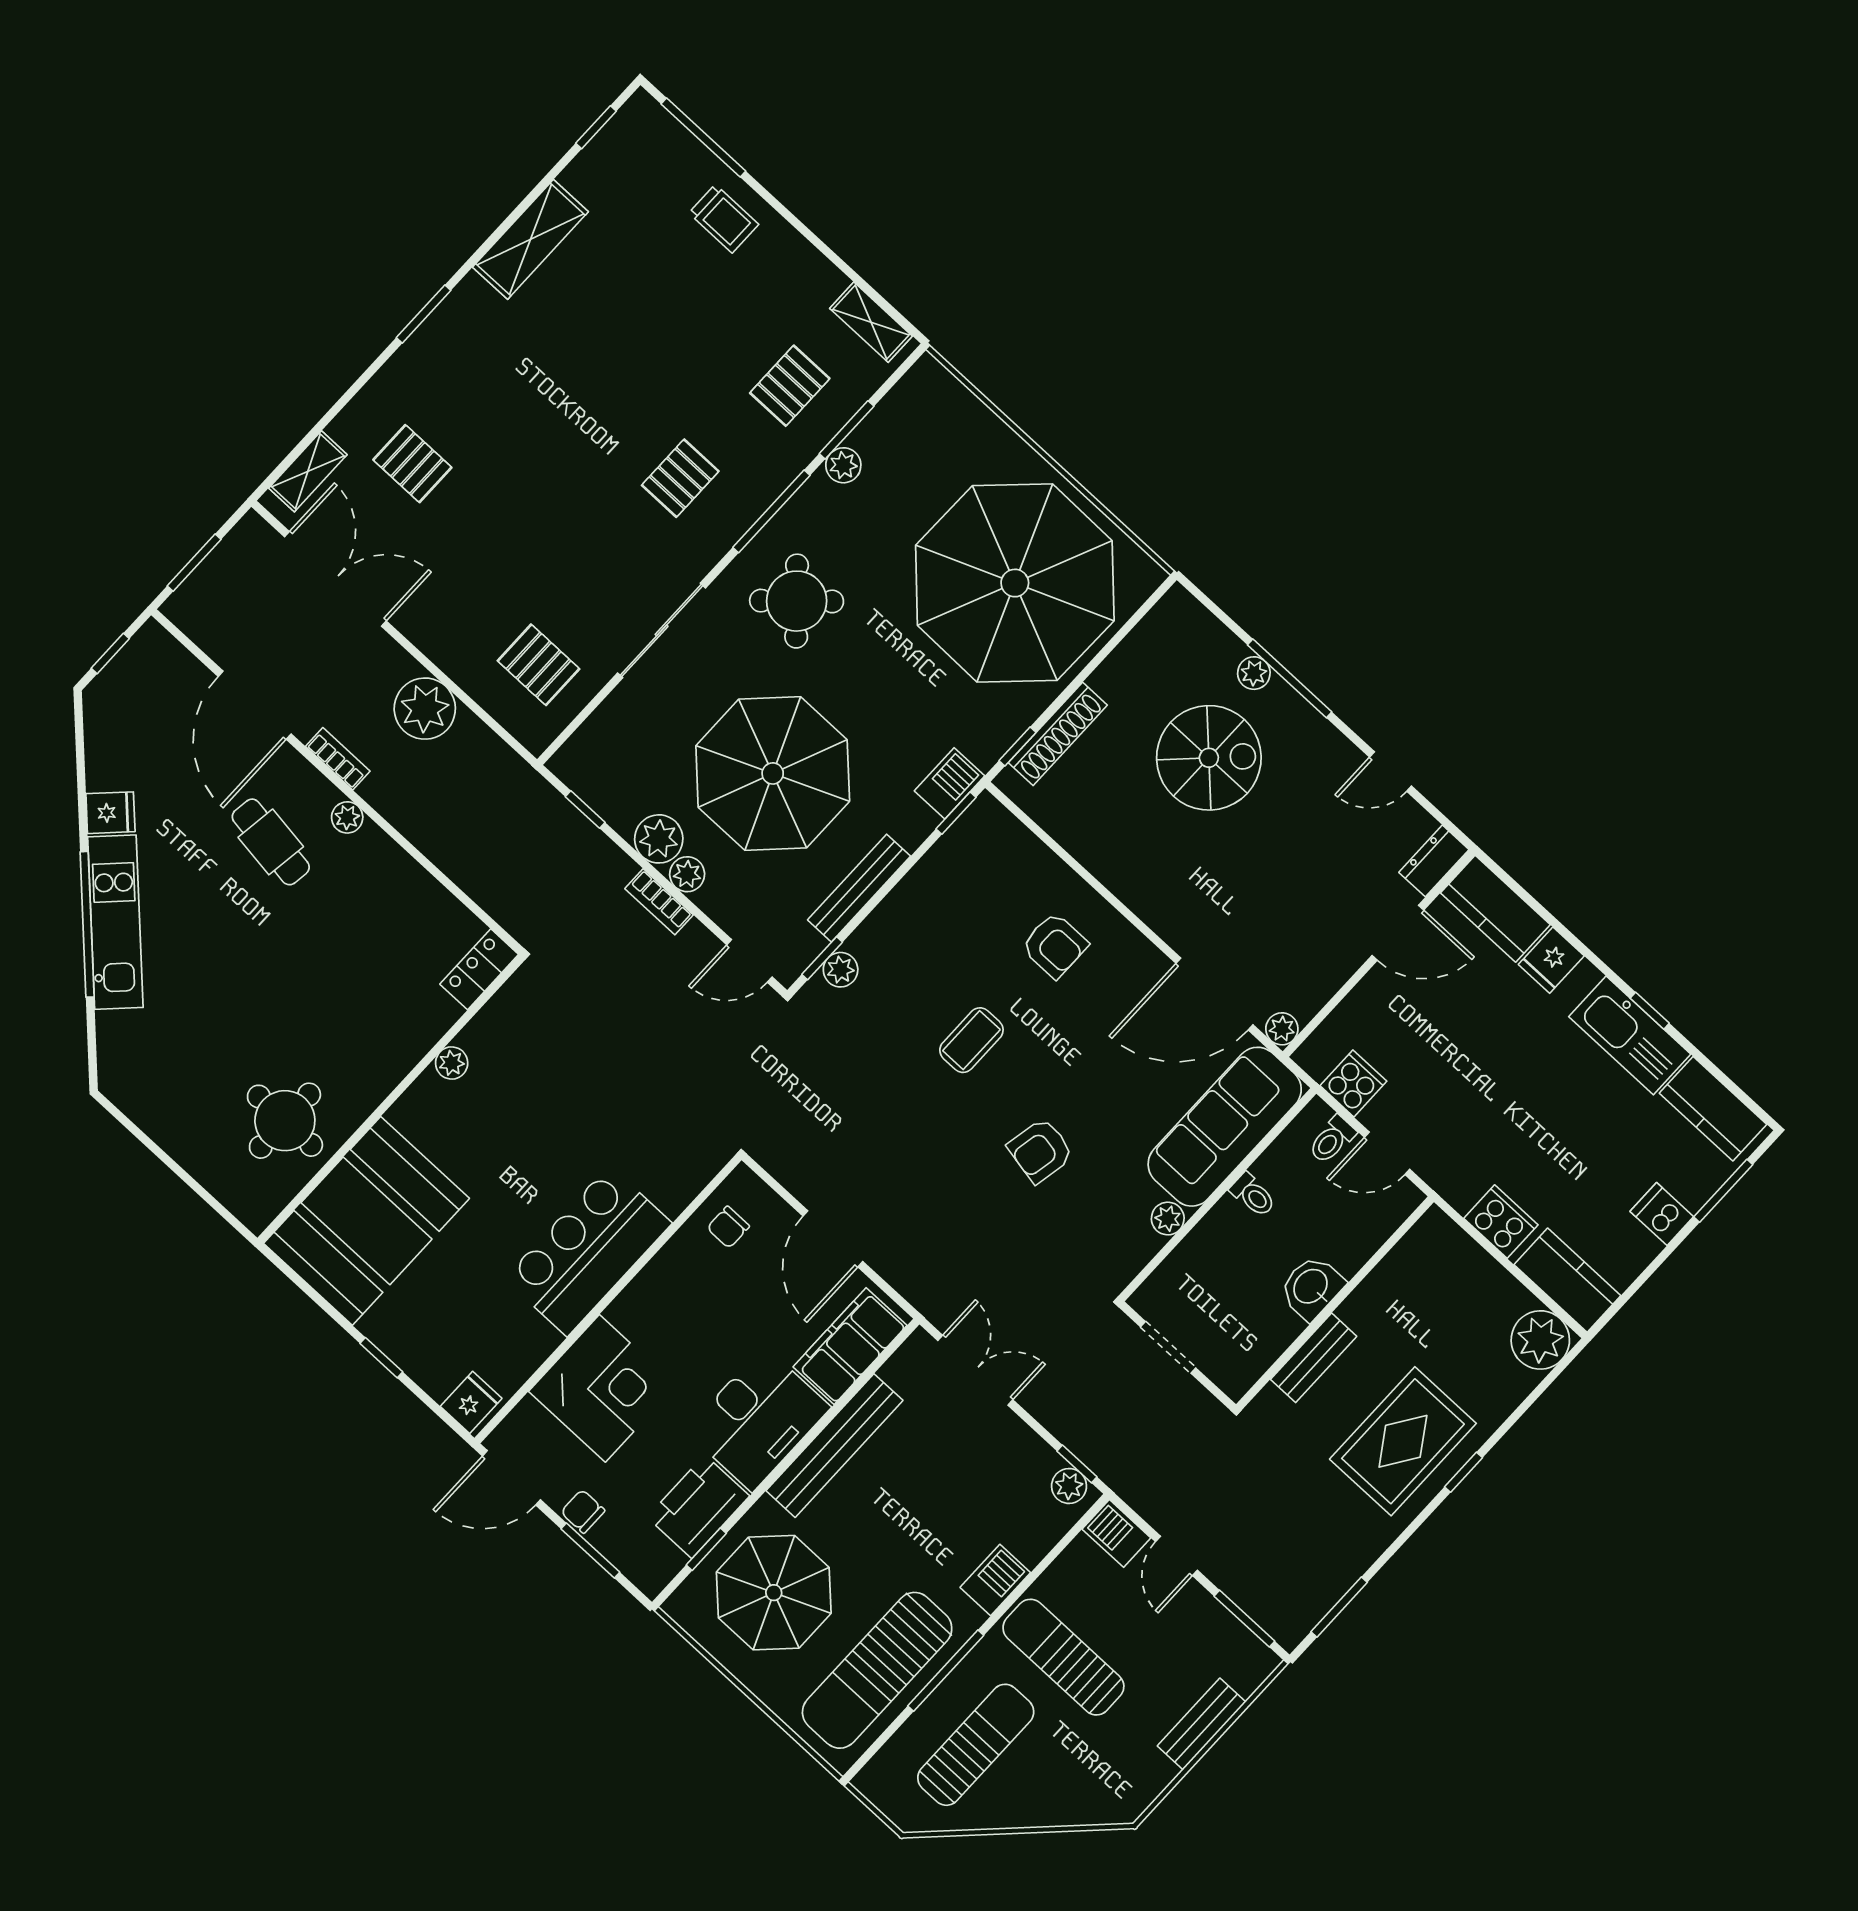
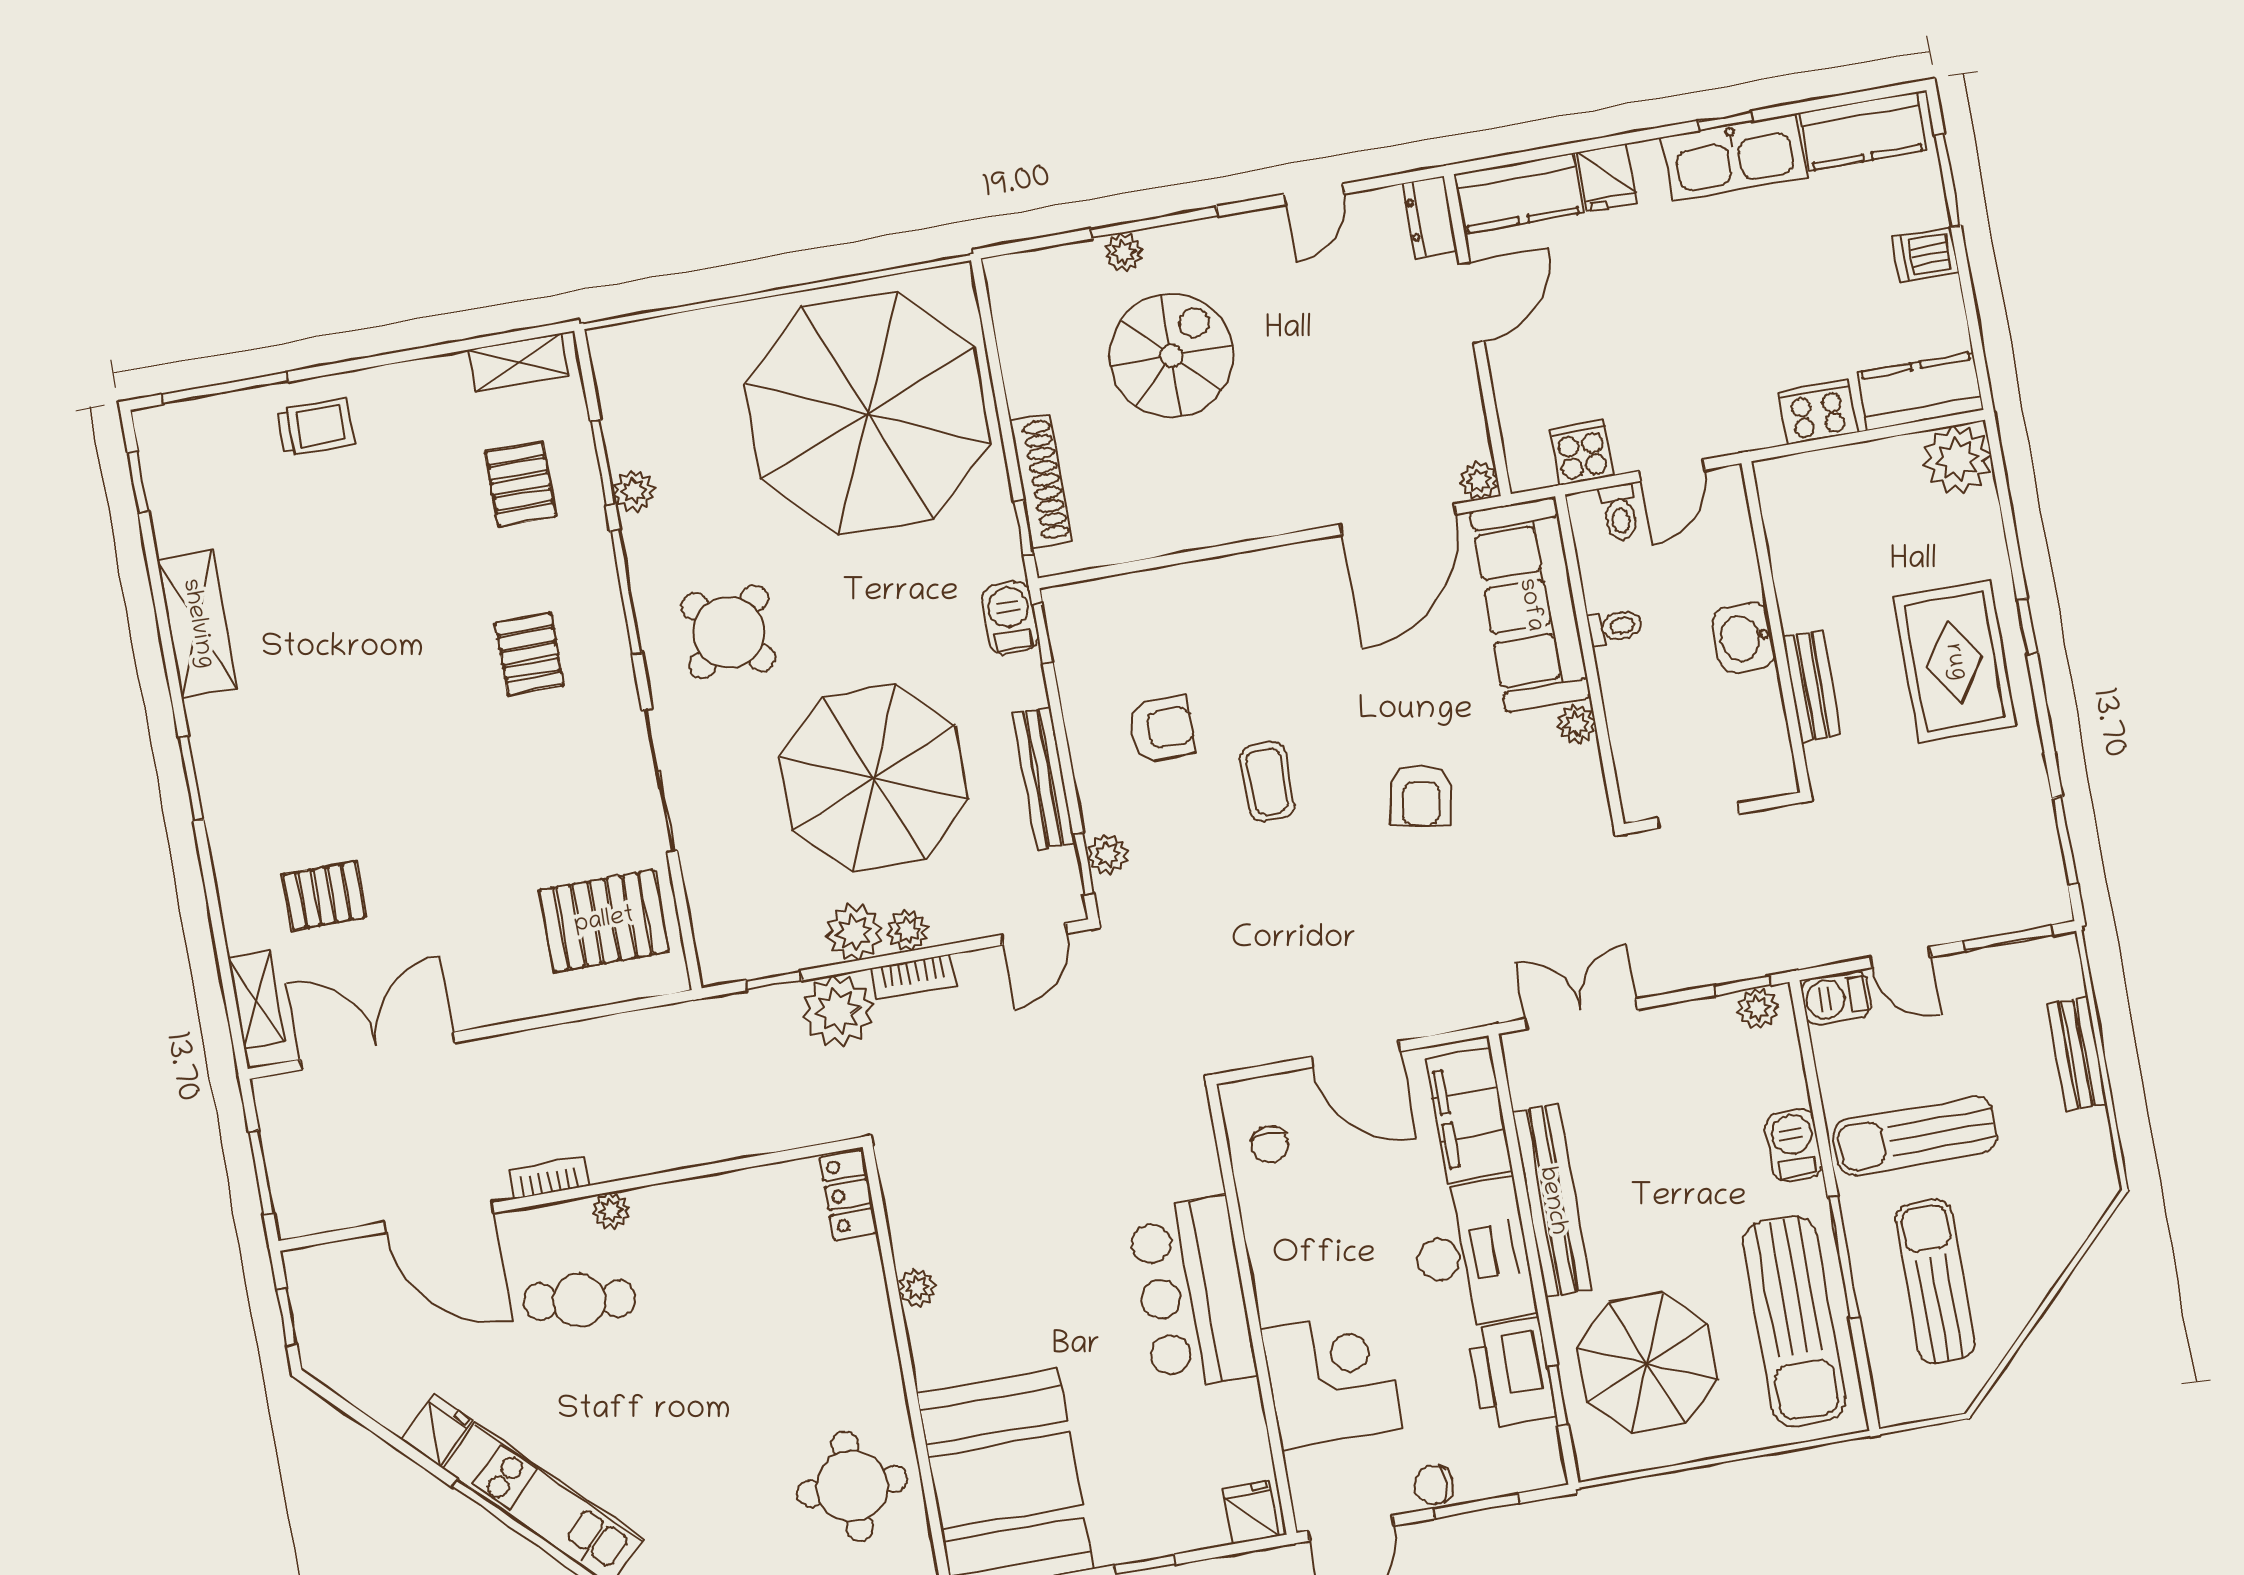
pallet: (539, 665) -> (604, 921), width x1.50, depth x1.42
plant: (425, 709) -> (838, 1011), moved
armchair: (1055, 945) -> (1162, 729), moved

